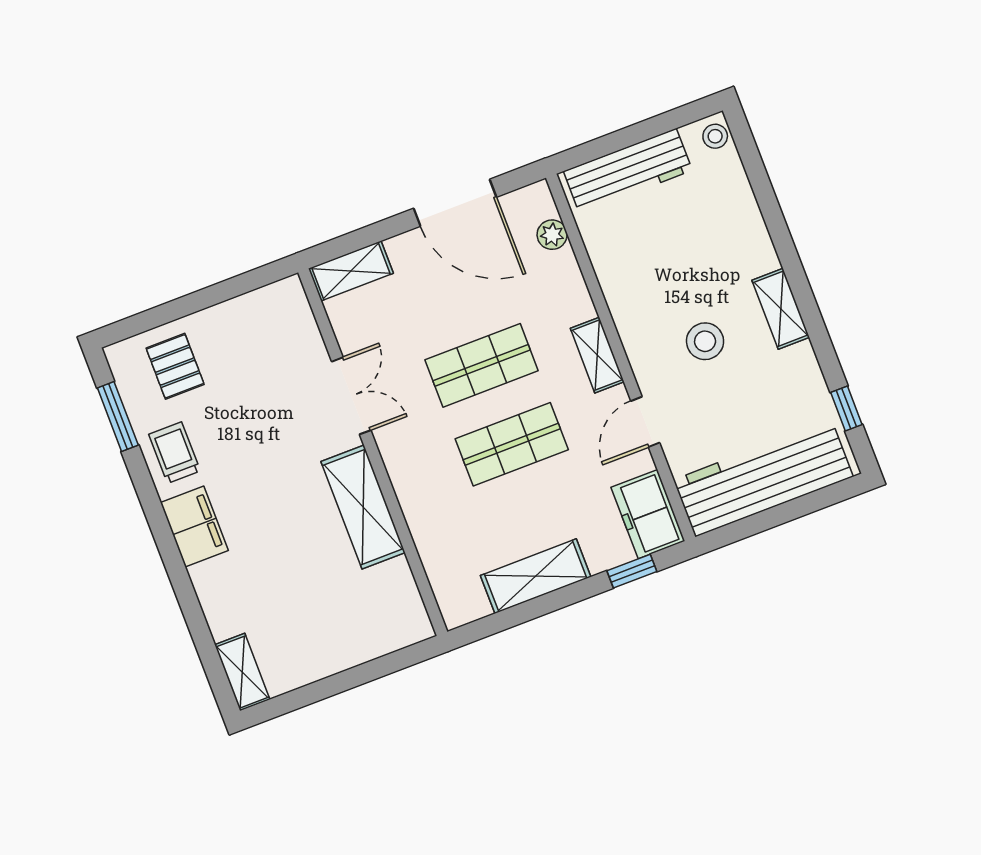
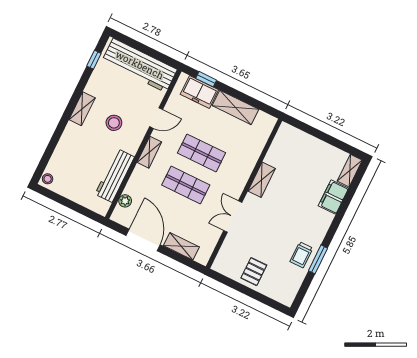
workbench: (628, 171) -> (115, 176), moved, turned -90
shelving: (351, 271) -> (181, 246), moved
pallet: (175, 366) -> (254, 272), moved
window: (118, 417) -> (318, 259), moved
shelving: (363, 507) -> (262, 180), width x0.67, depth x0.75
freezer: (648, 514) -> (199, 92), moved, turned 90
filing cabinet: (194, 526) -> (333, 197), moved

